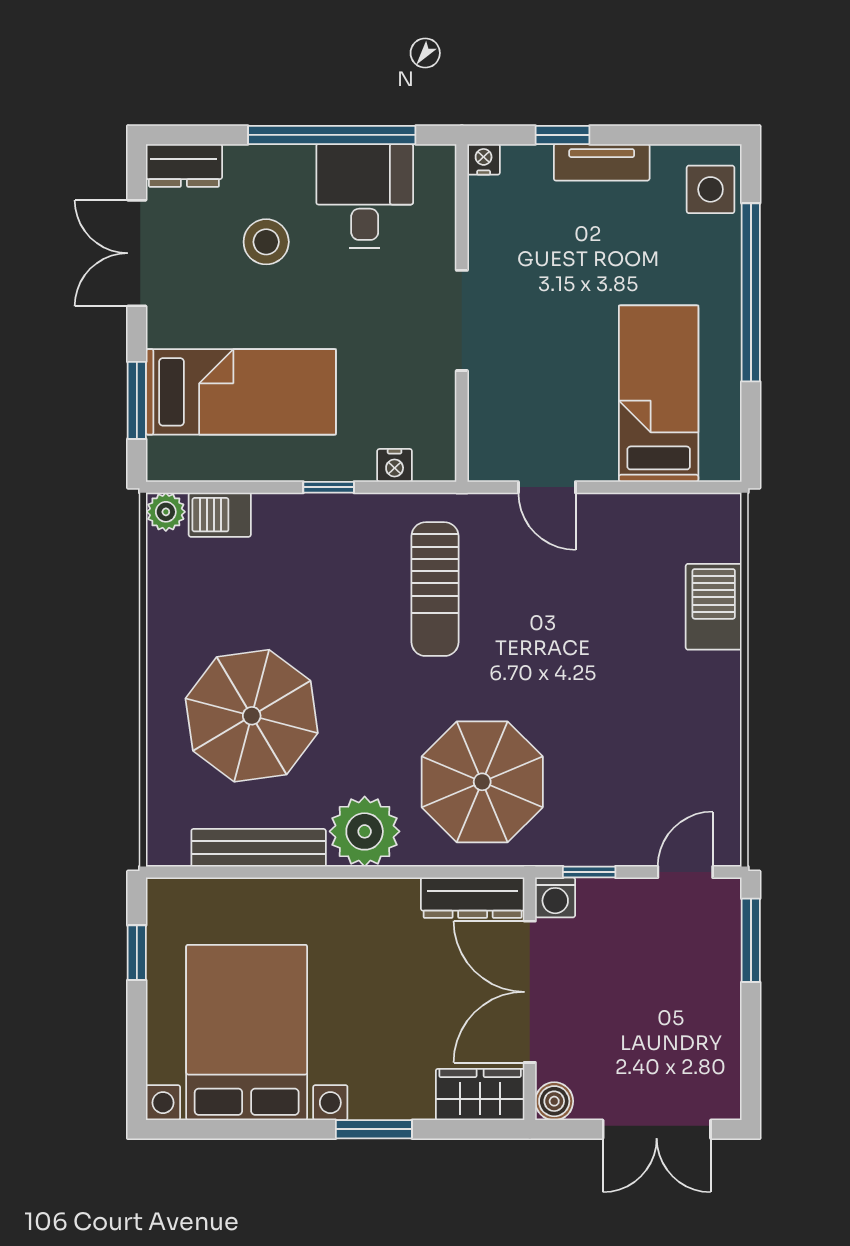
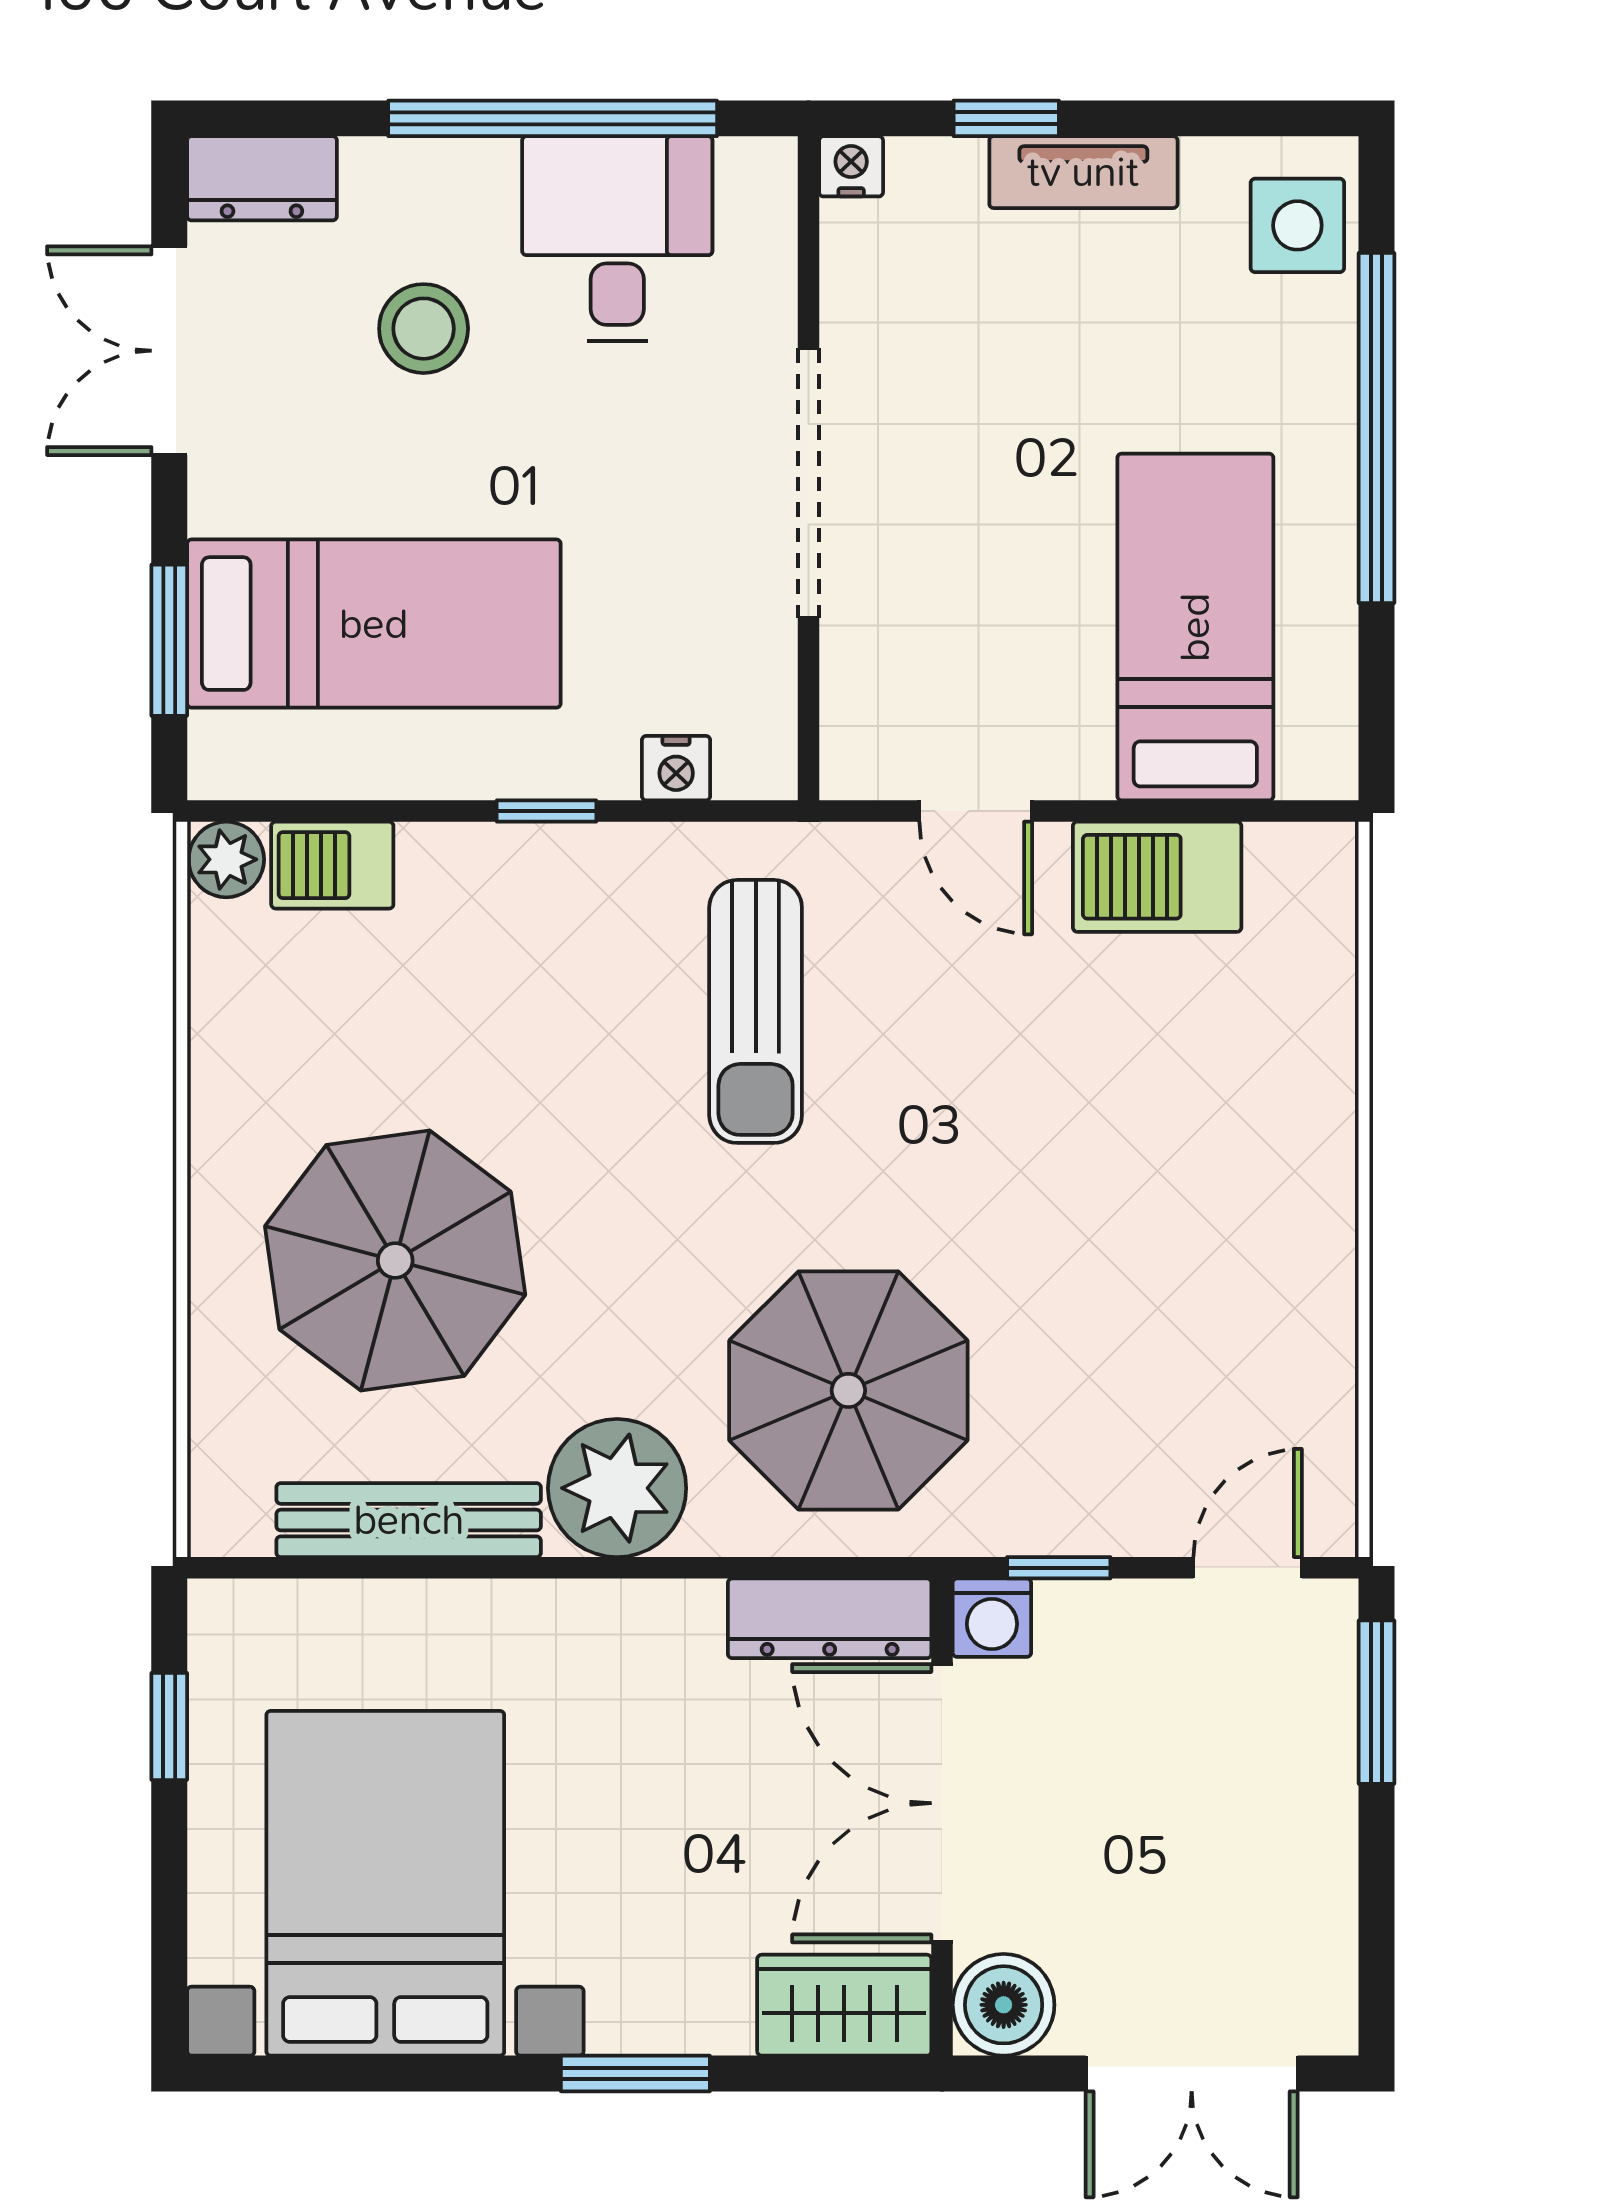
doorway: (462, 320) -> (808, 483), width x1.36
barbecue: (714, 607) -> (1157, 877), moved, turned -90
boiler: (554, 1101) -> (1004, 2005), width x1.36, depth x1.36

